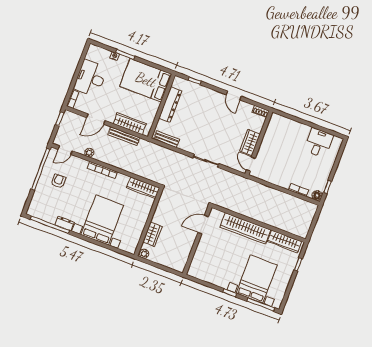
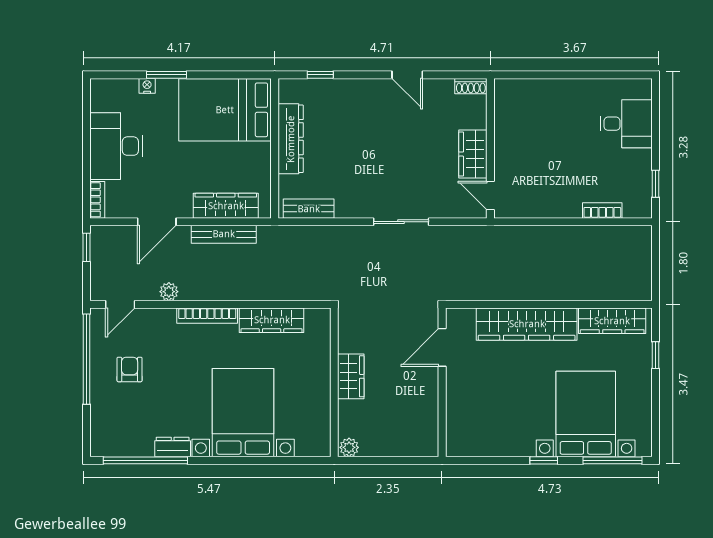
desk: (319, 143) -> (626, 124), moved, turned 90
wardrobe: (143, 188) -> (272, 320), moved
floor lamp: (317, 196) -> (642, 208), removed
wardrobe: (152, 234) -> (351, 376), moved

